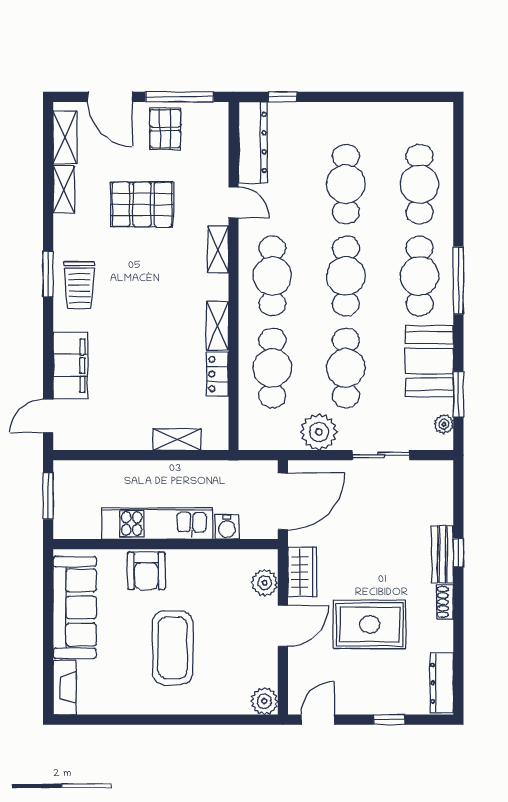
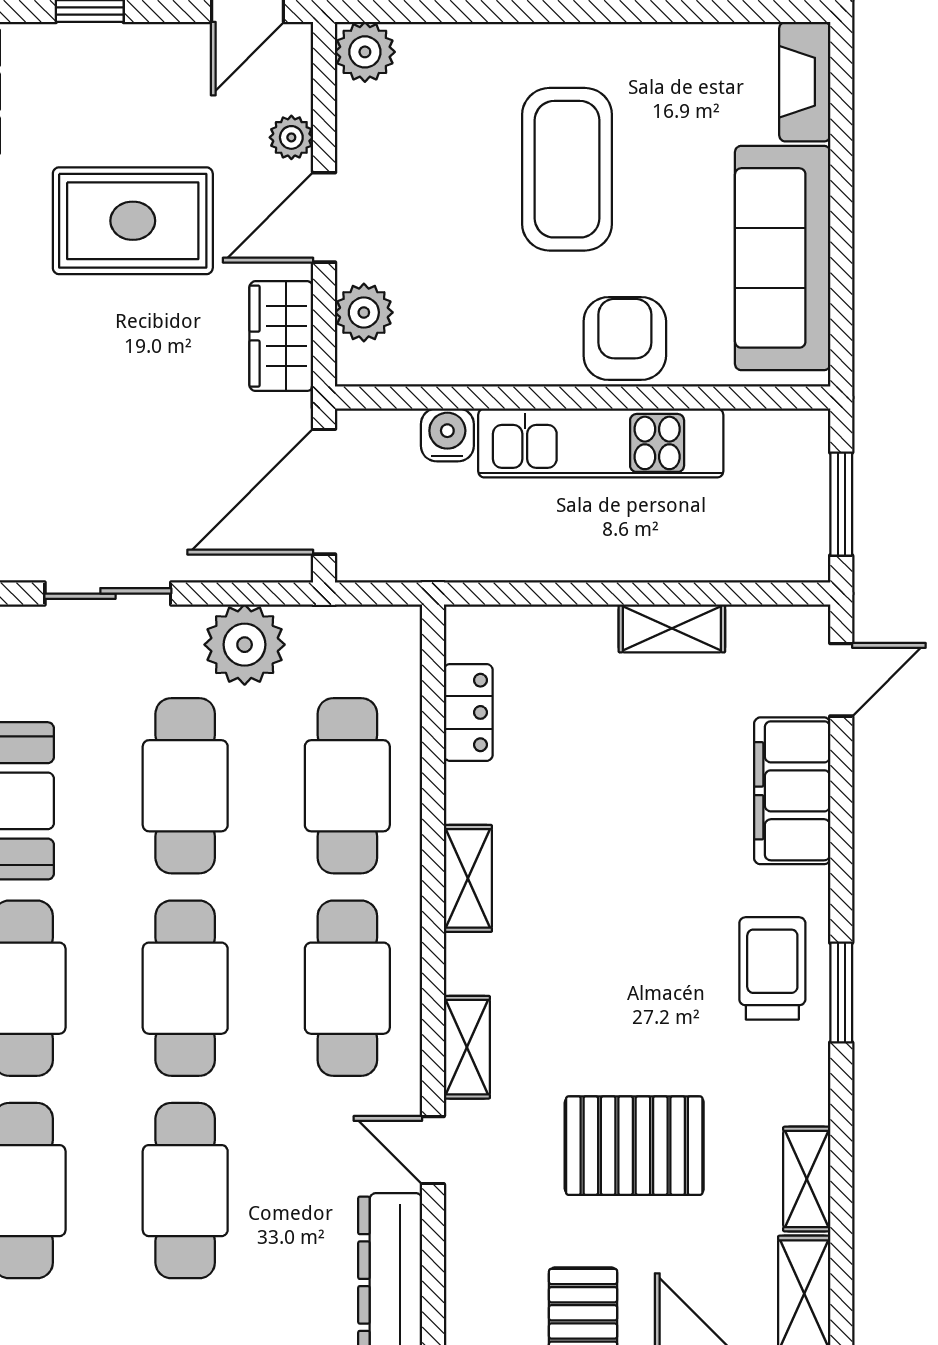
locker: (217, 374) -> (468, 712), moved
shelving: (177, 439) -> (672, 628), moved
plant: (298, 662) -> (291, 137), added

